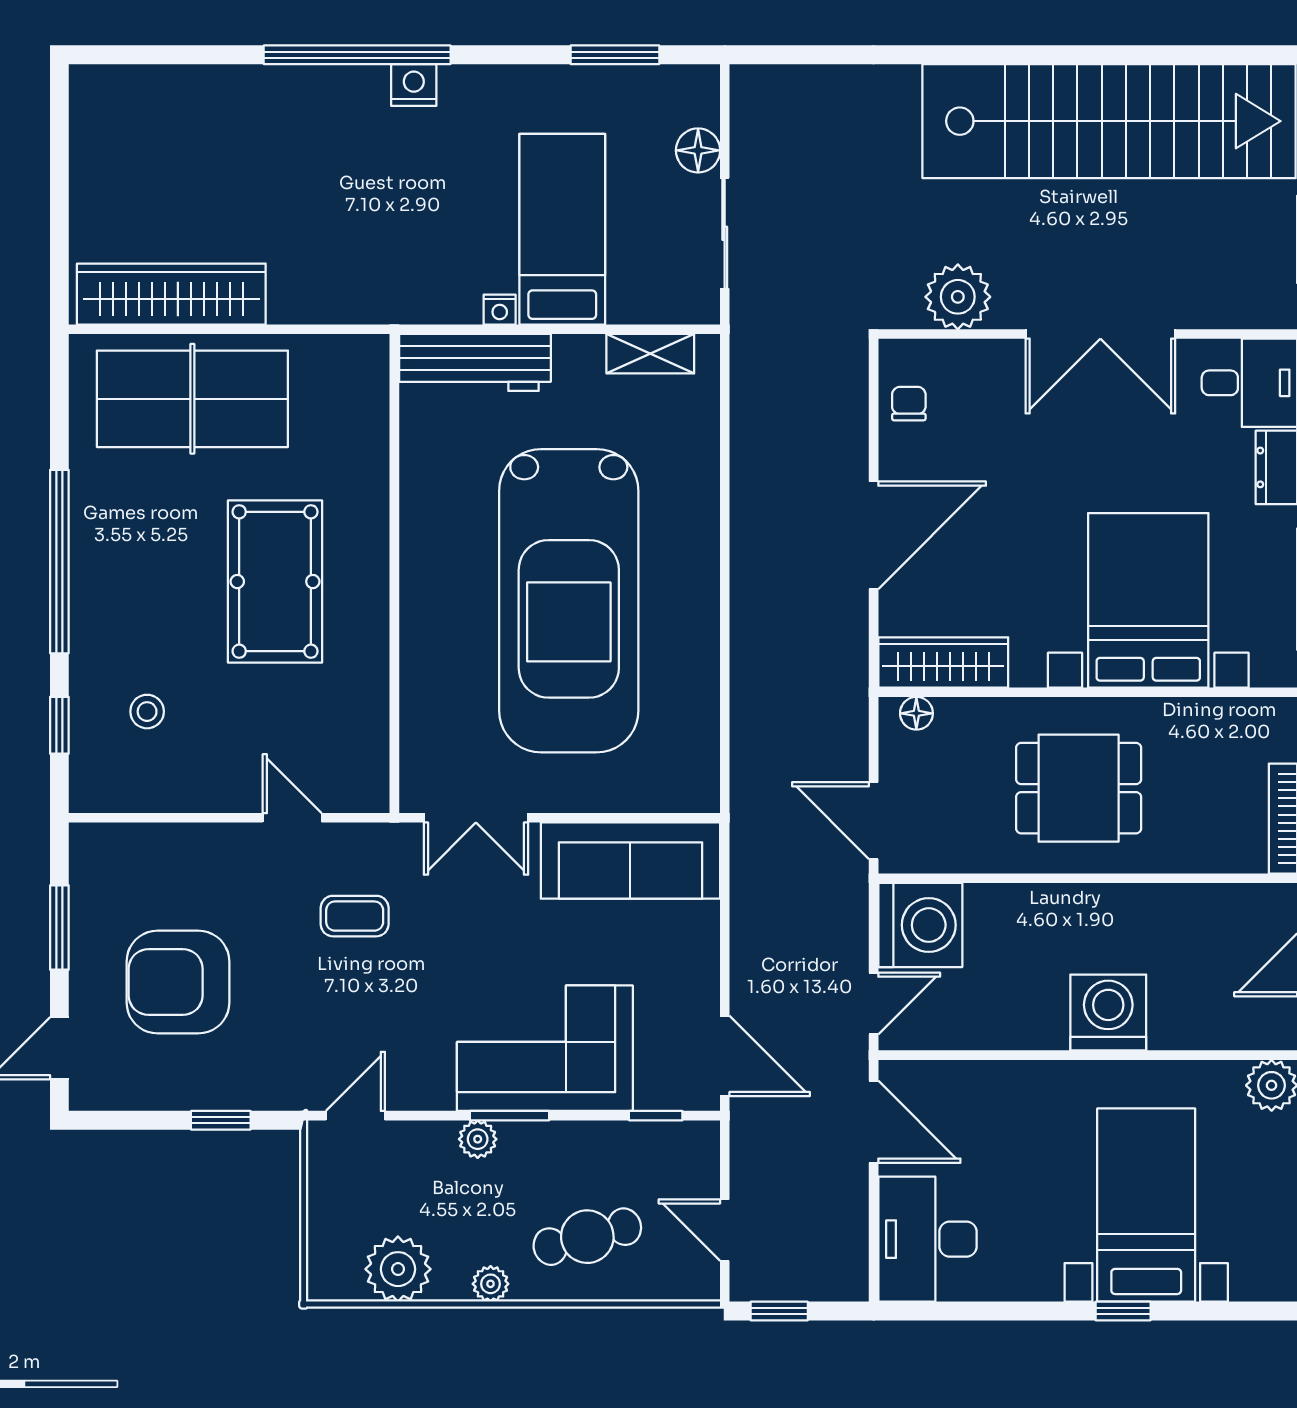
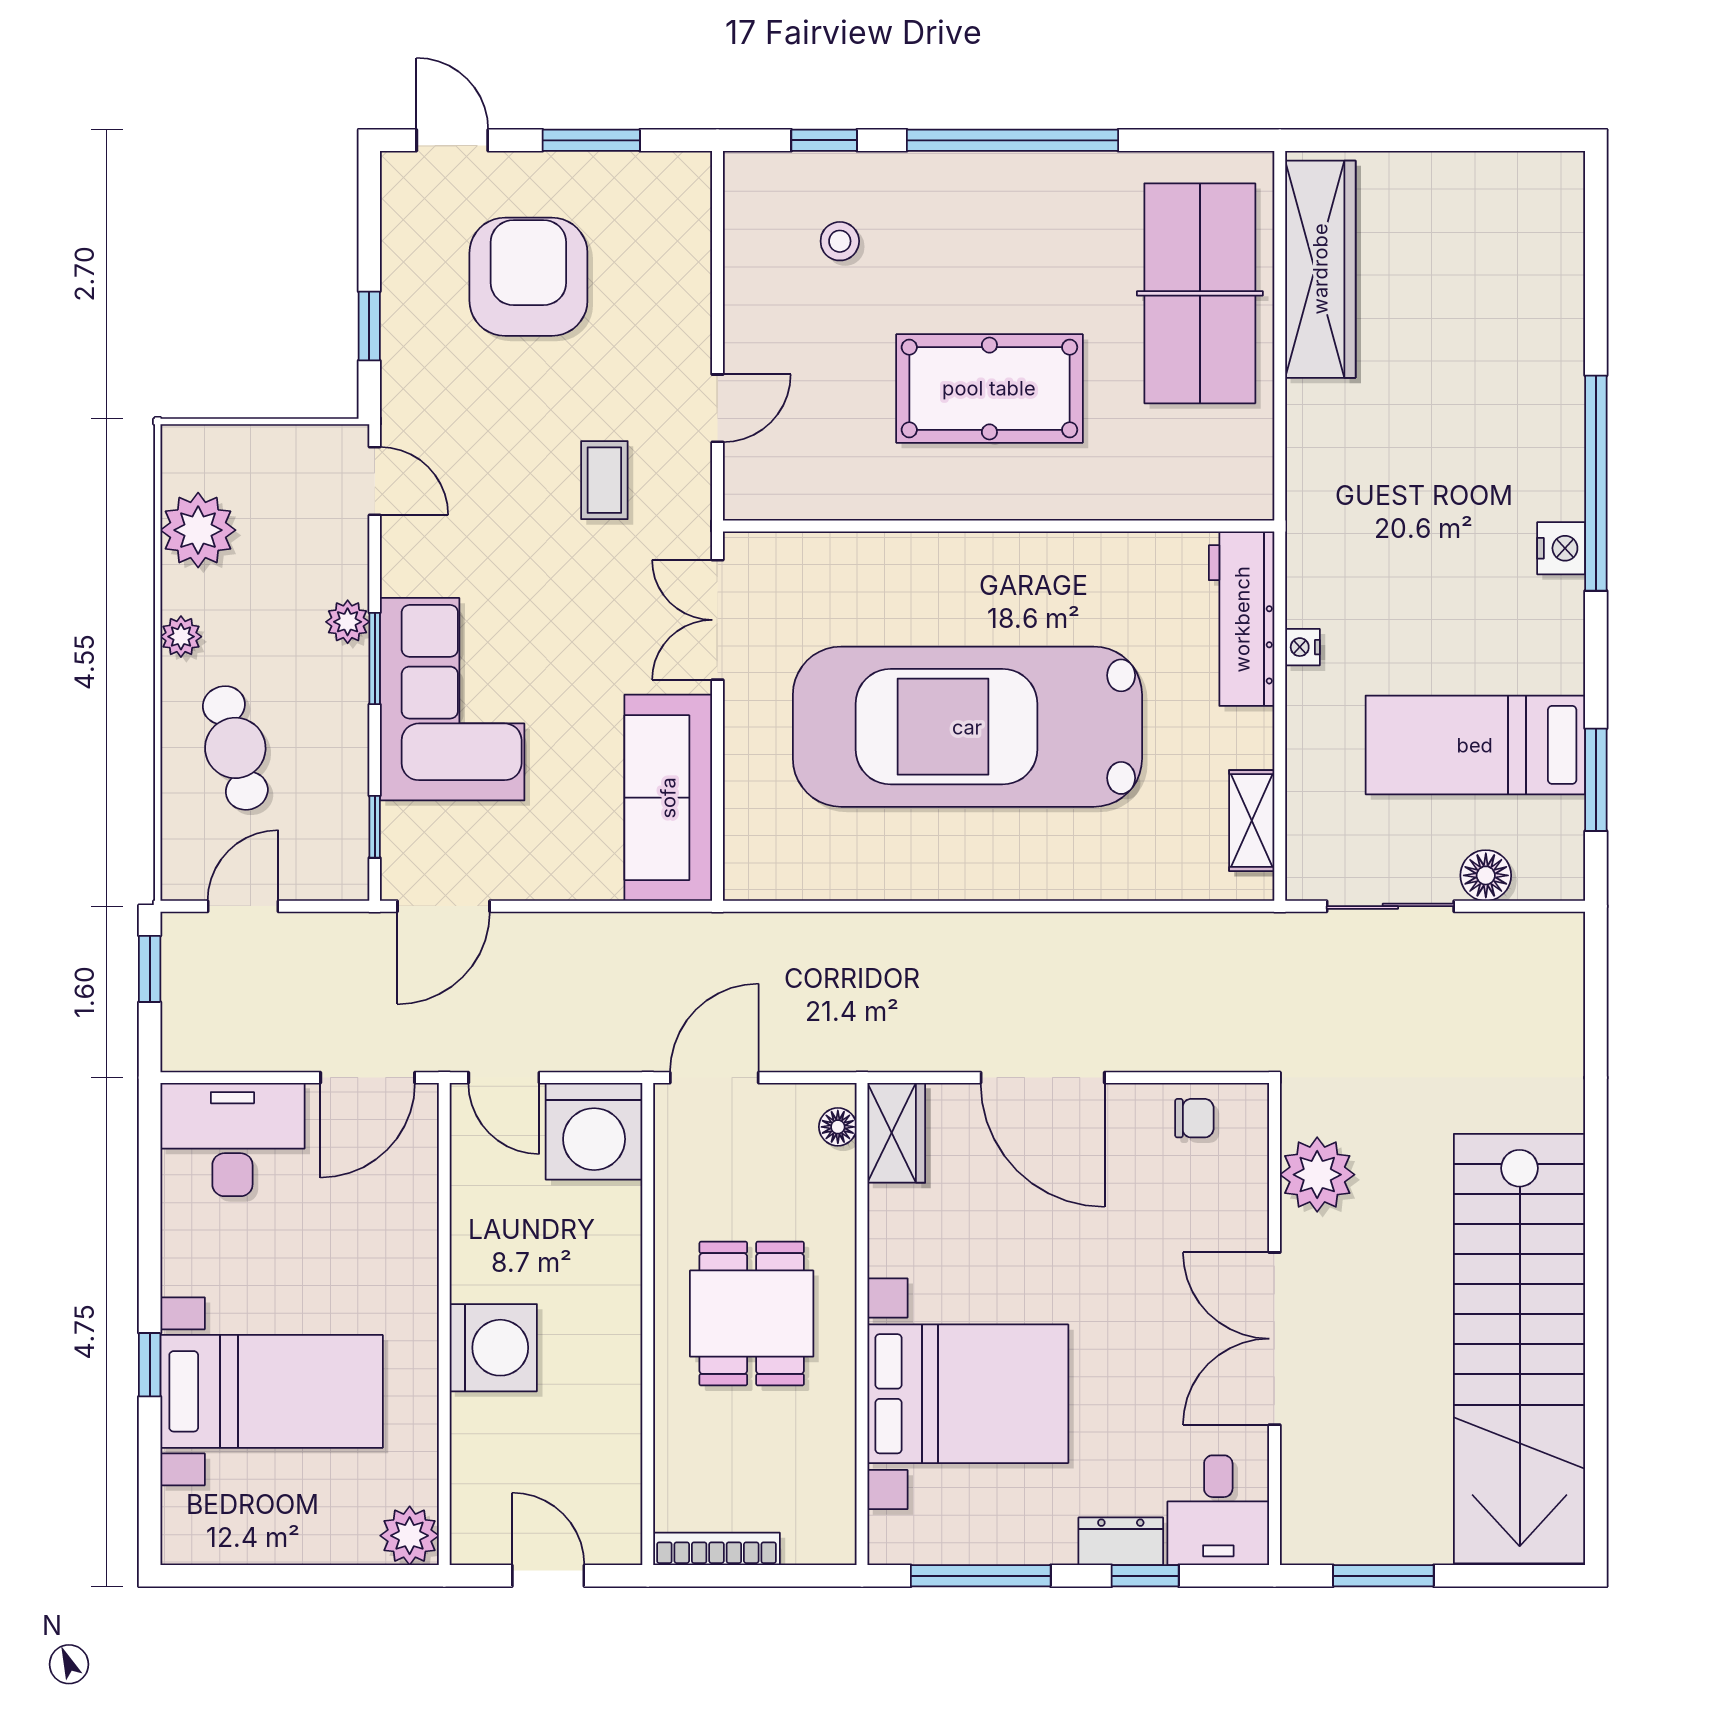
bed: (562, 229) -> (1475, 745), moved, turned 180
wardrobe: (943, 662) -> (896, 1133), width x0.67

